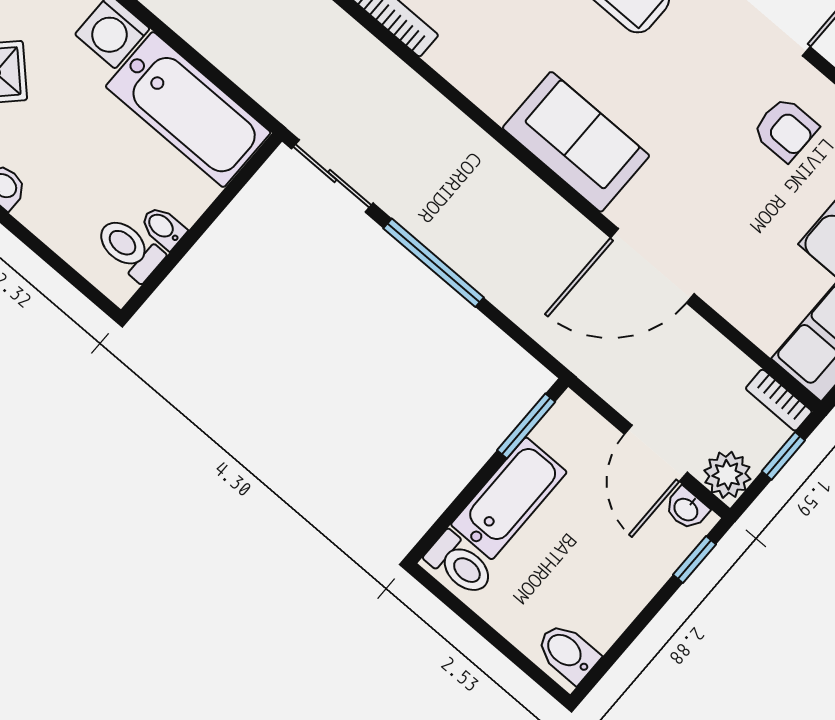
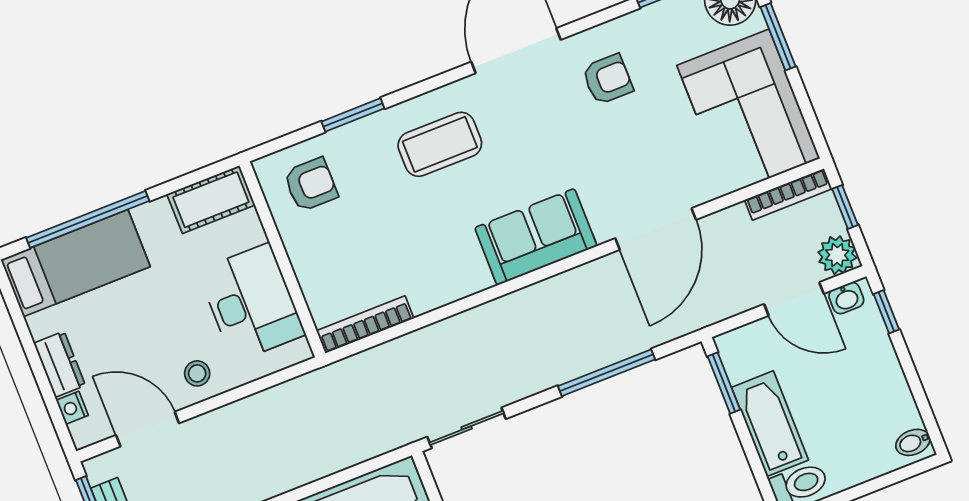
window: (434, 263) -> (607, 373), moved
bookcase: (779, 400) -> (788, 194), width x1.56
bidet: (568, 653) -> (913, 442), width x0.72, depth x0.74

